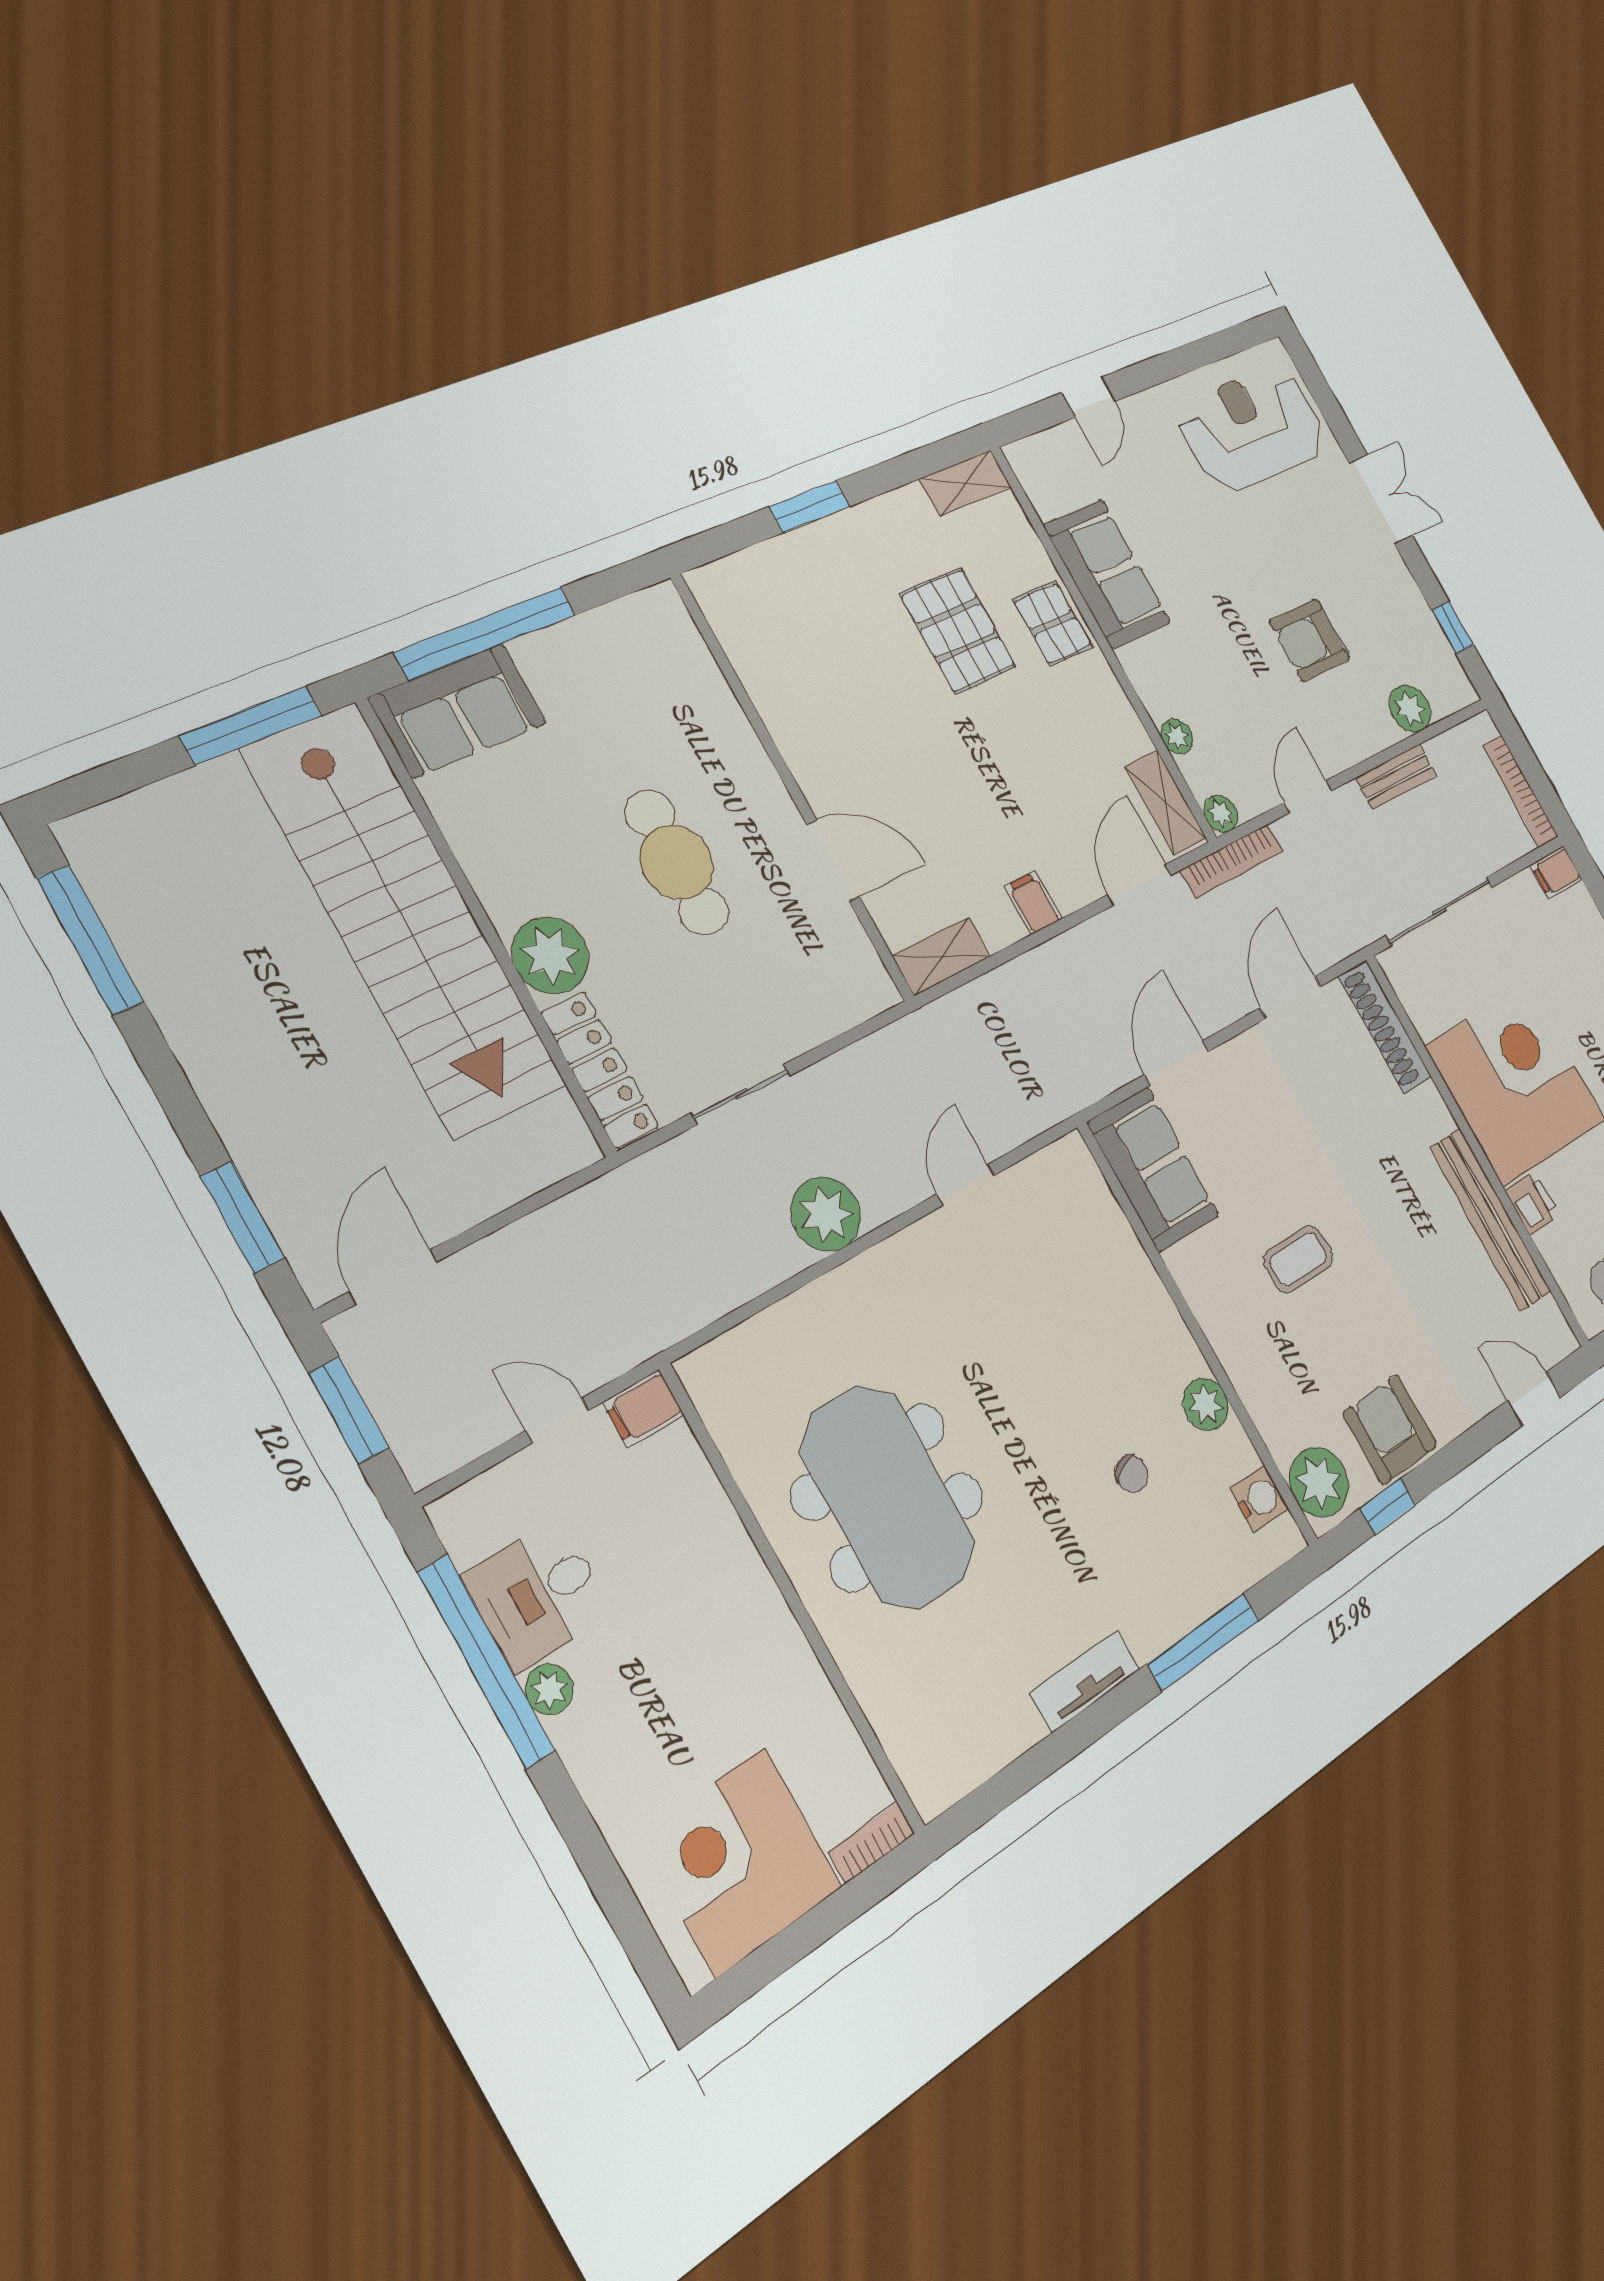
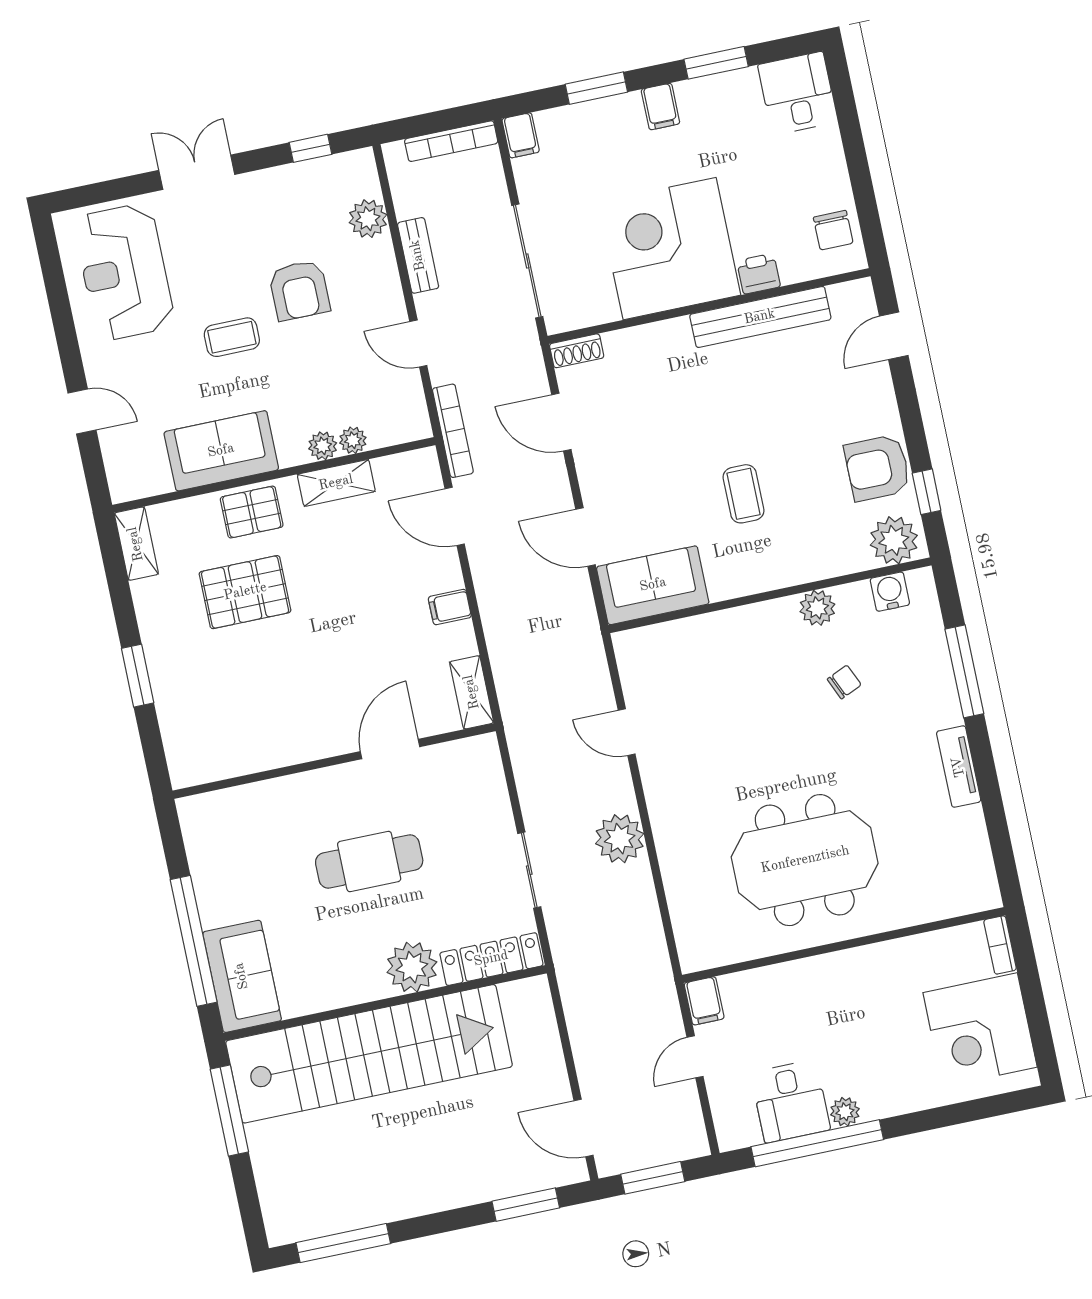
coffee table: (1232, 567) -> (232, 337), added
shelving: (1166, 802) -> (336, 483), moved
plant: (1221, 814) -> (323, 446), moved
shoe rack: (1385, 1027) -> (577, 351), width x0.51, depth x0.81

